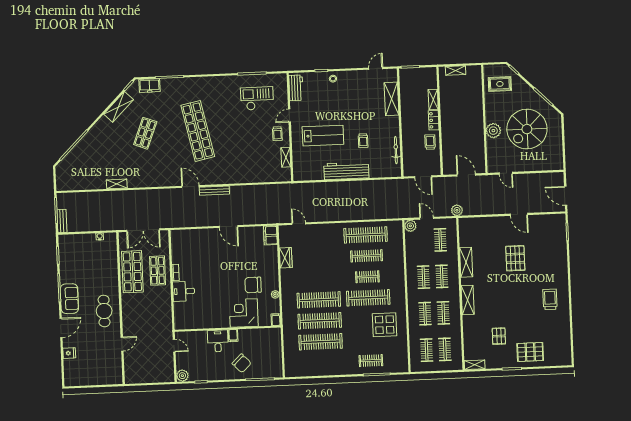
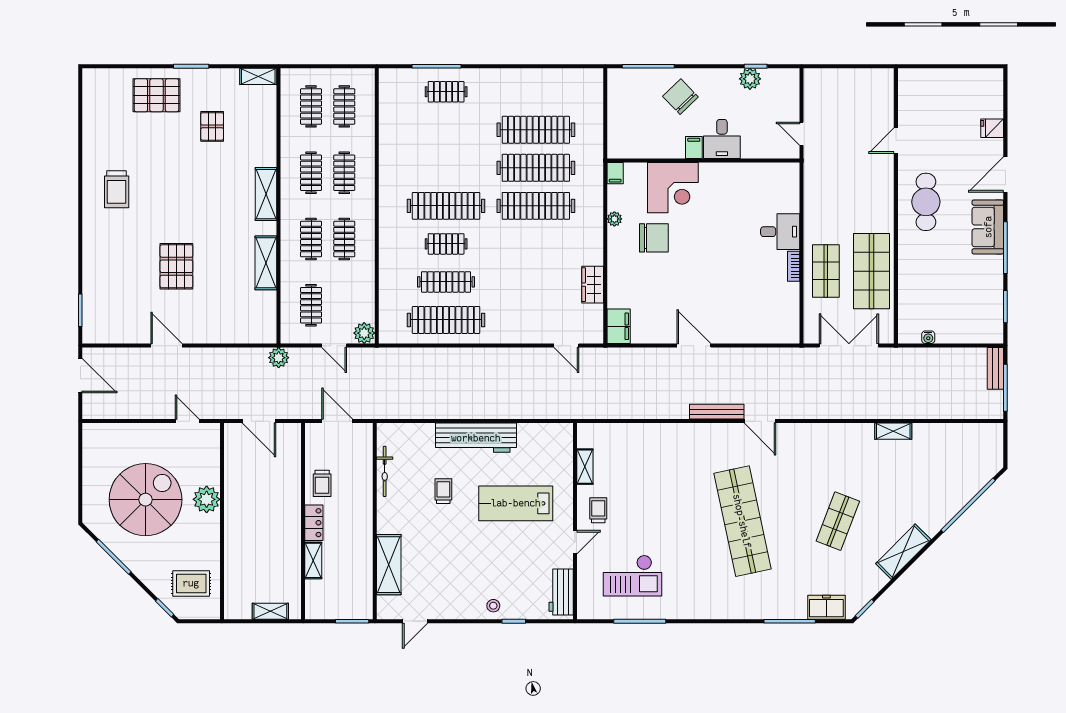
shelving: (119, 107) -> (903, 552), moved
display table: (385, 325) -> (418, 156), removed
plant: (182, 376) -> (750, 79), moved

